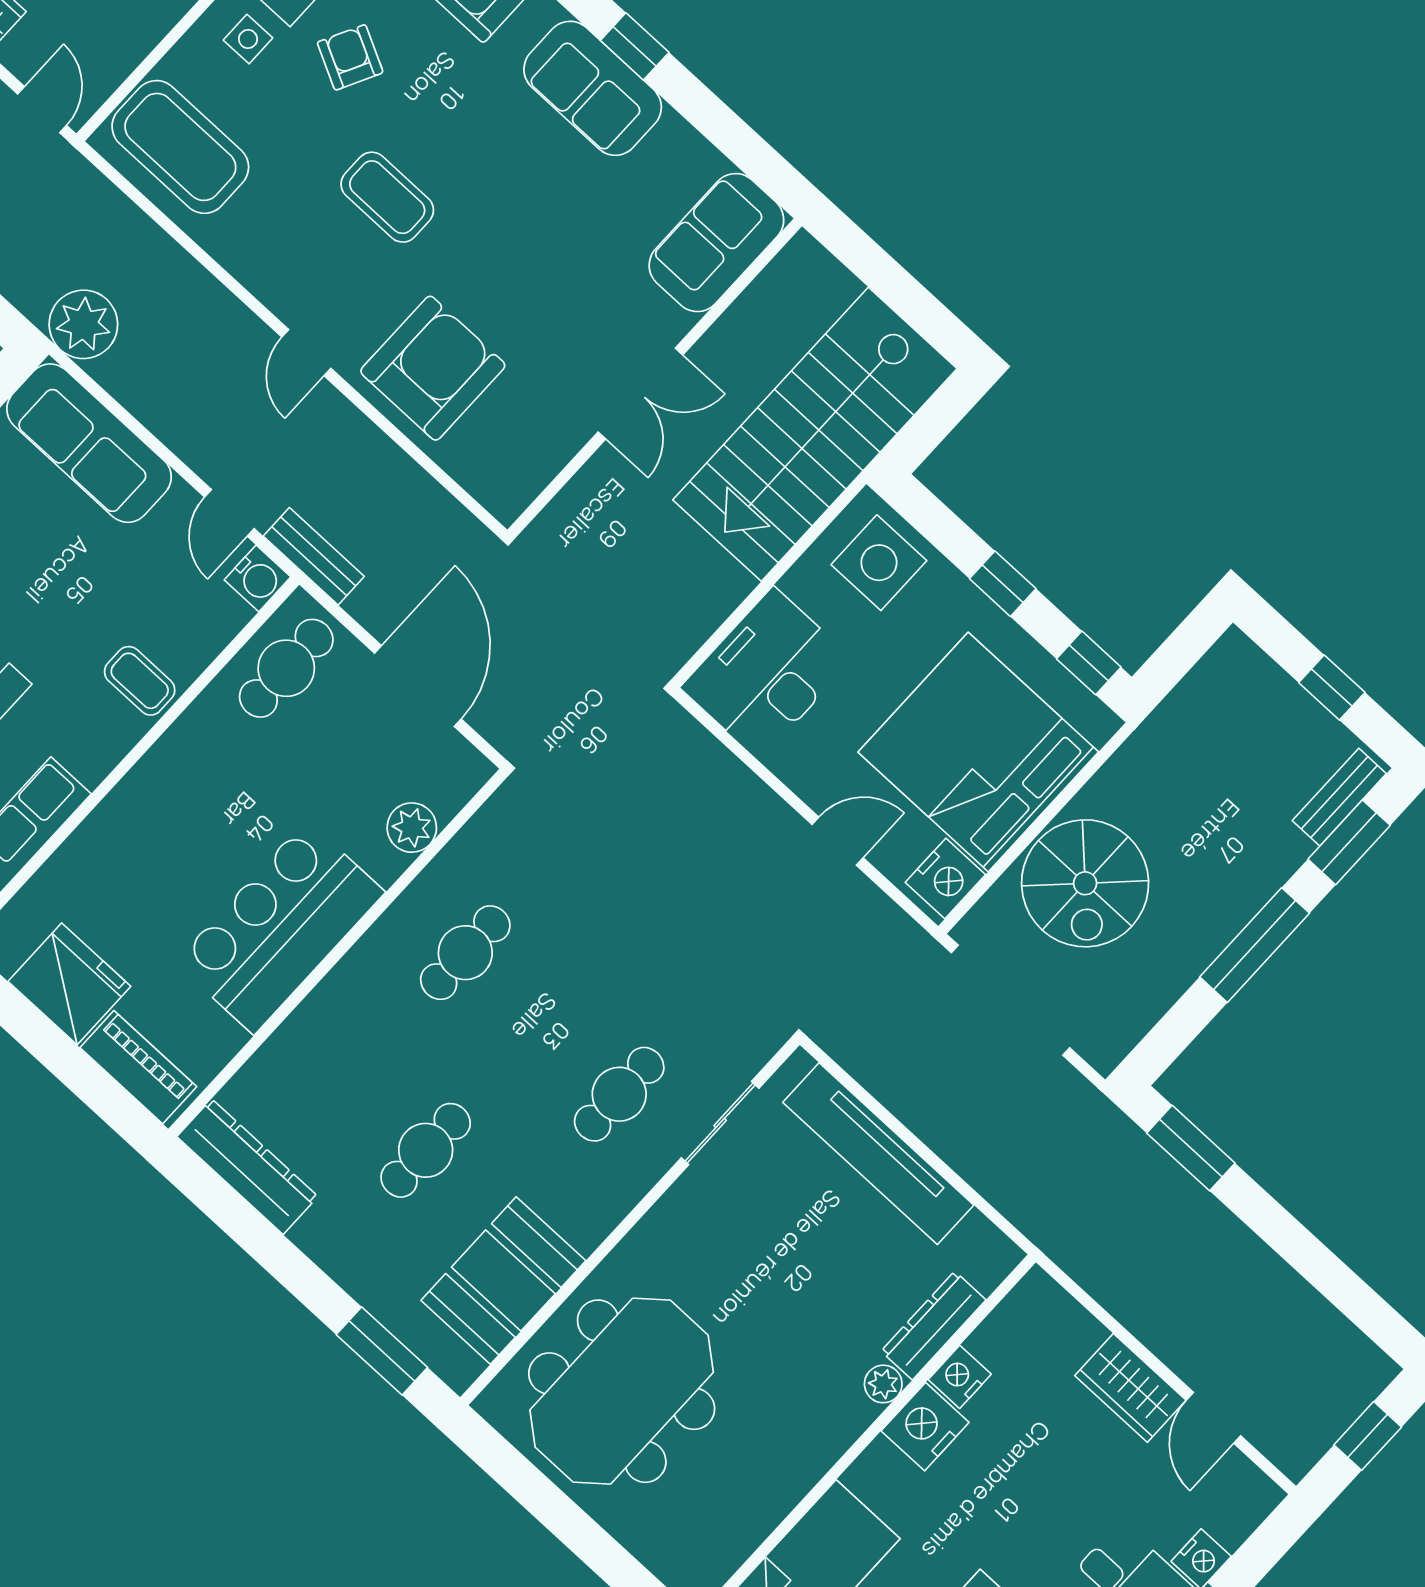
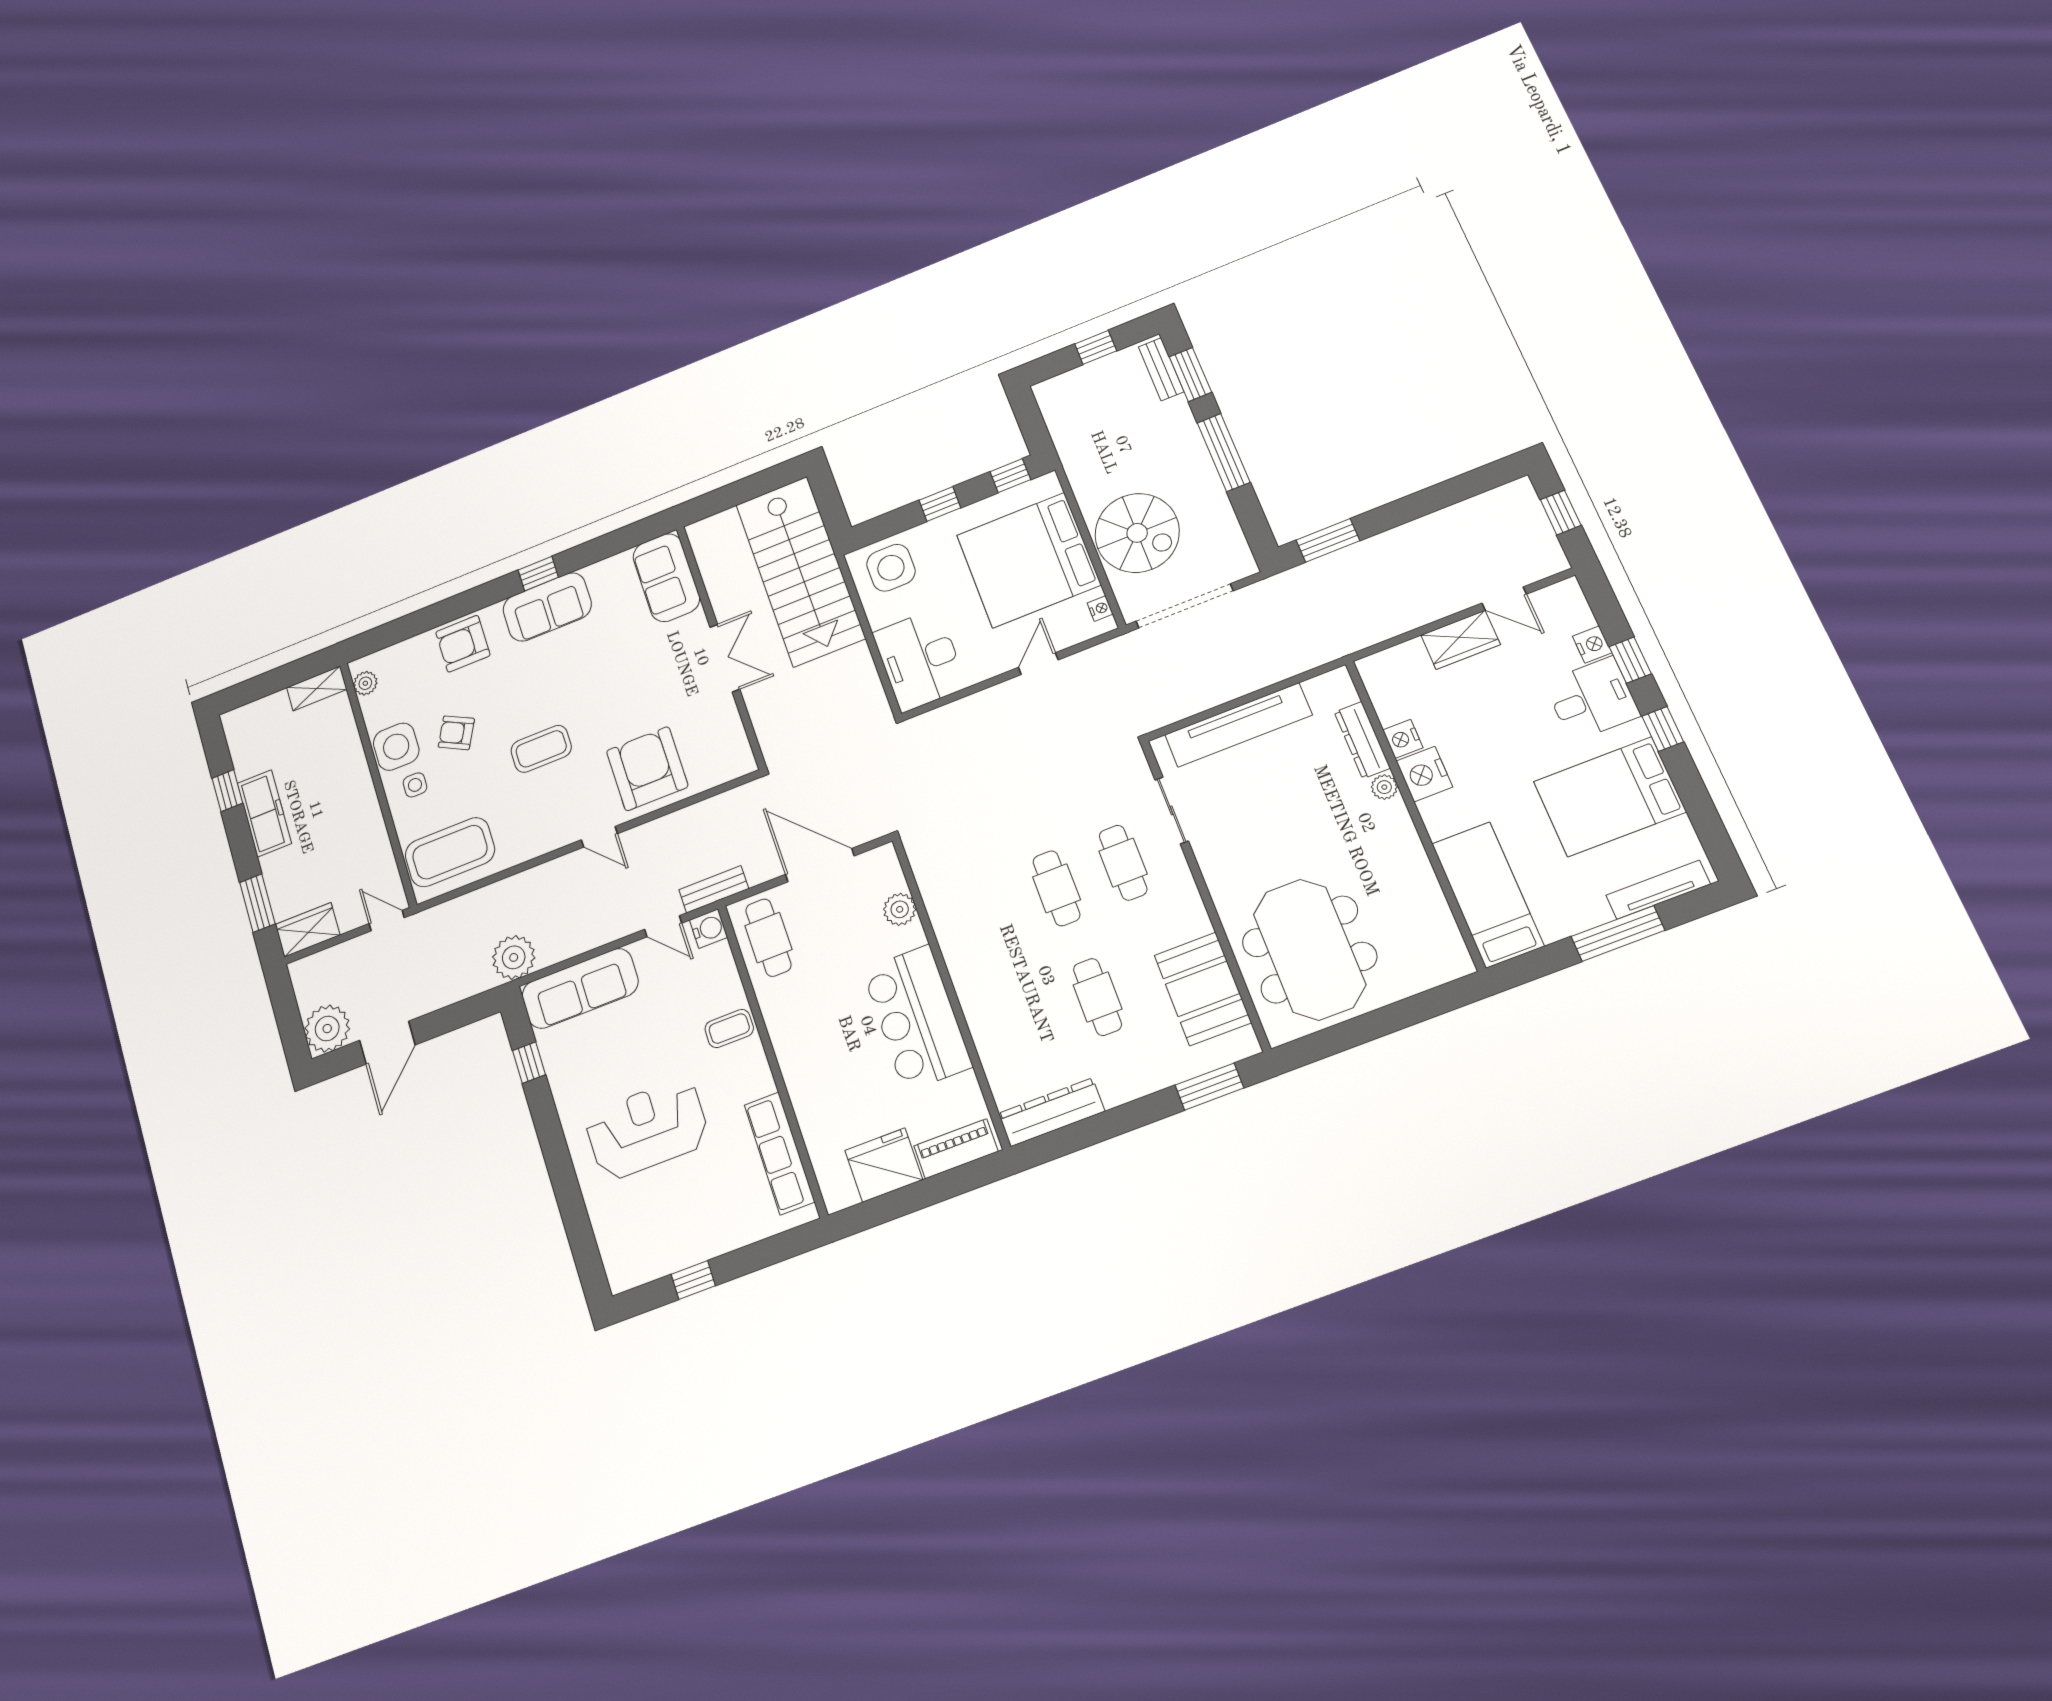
nightstand: (945, 879) -> (1100, 609), width x0.53, depth x0.56
cafe table: (465, 953) -> (1056, 888), moved

